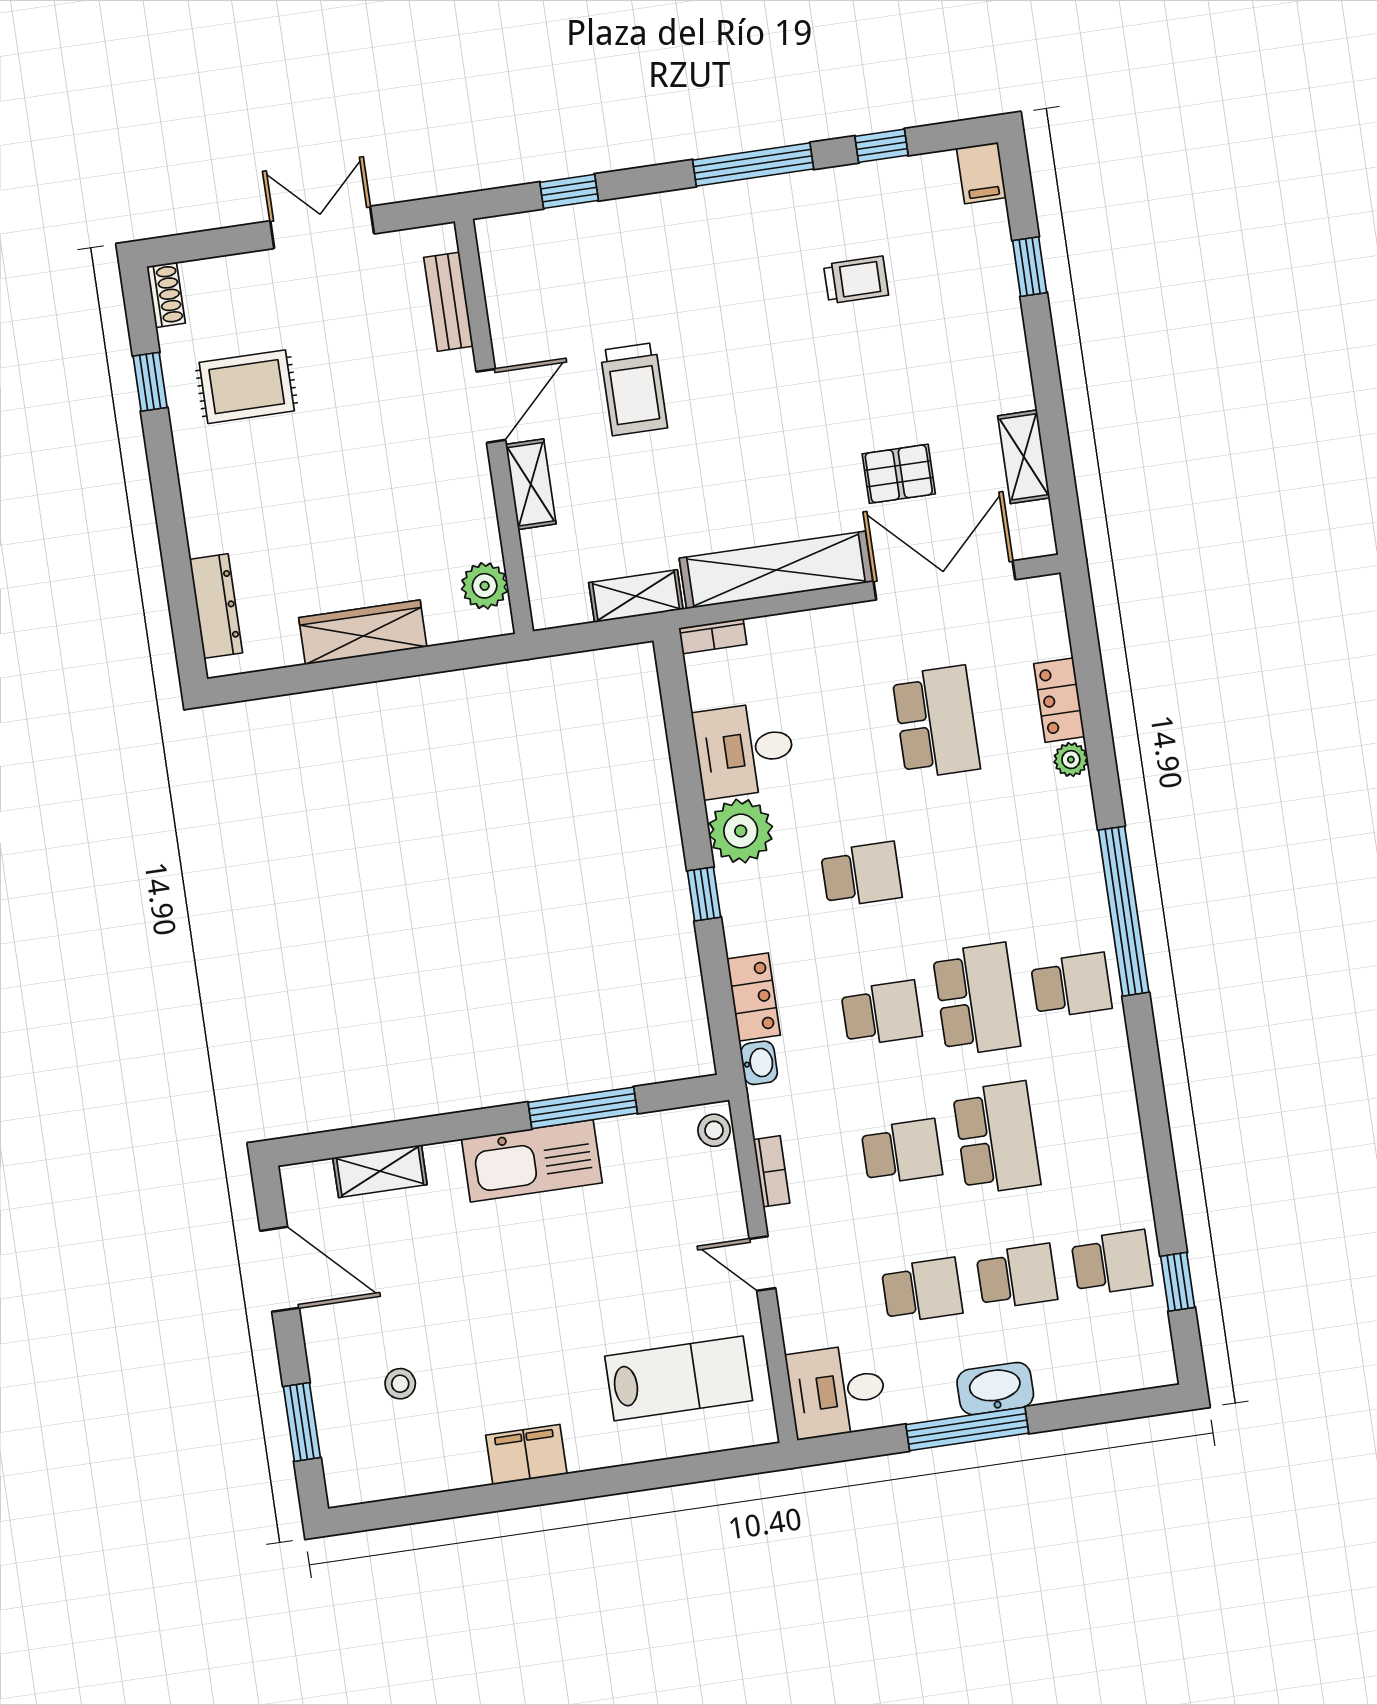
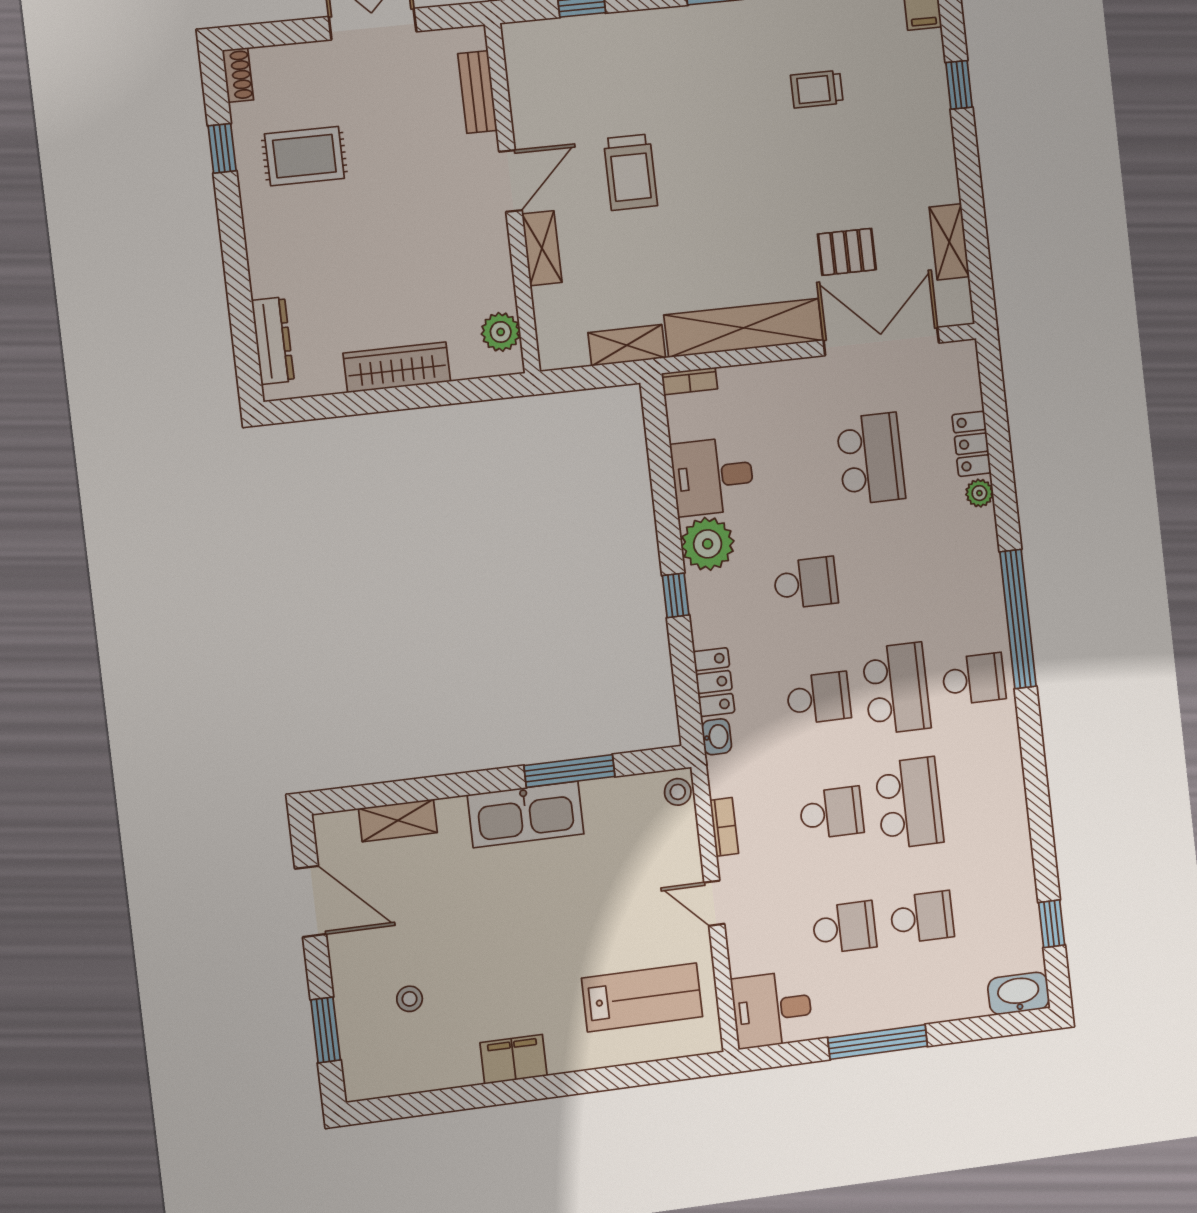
trolley: (856, 280) -> (817, 89), turned 180
school desk: (1112, 1263) -> (999, 907), removed
washbasin: (995, 1389) -> (1018, 993), moved

